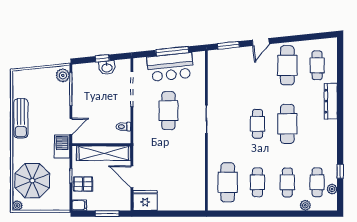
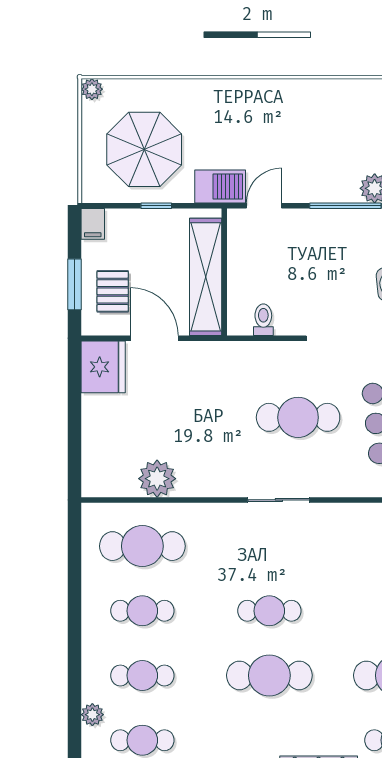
sun lounger: (21, 118) -> (281, 97), removed
door: (71, 126) -> (264, 206), swing flipped
plant: (197, 176) -> (157, 479), added
door: (132, 177) -> (154, 338), hinge flipped
parasol: (32, 181) -> (144, 149), moved
pallet: (83, 184) -> (113, 291), moved

